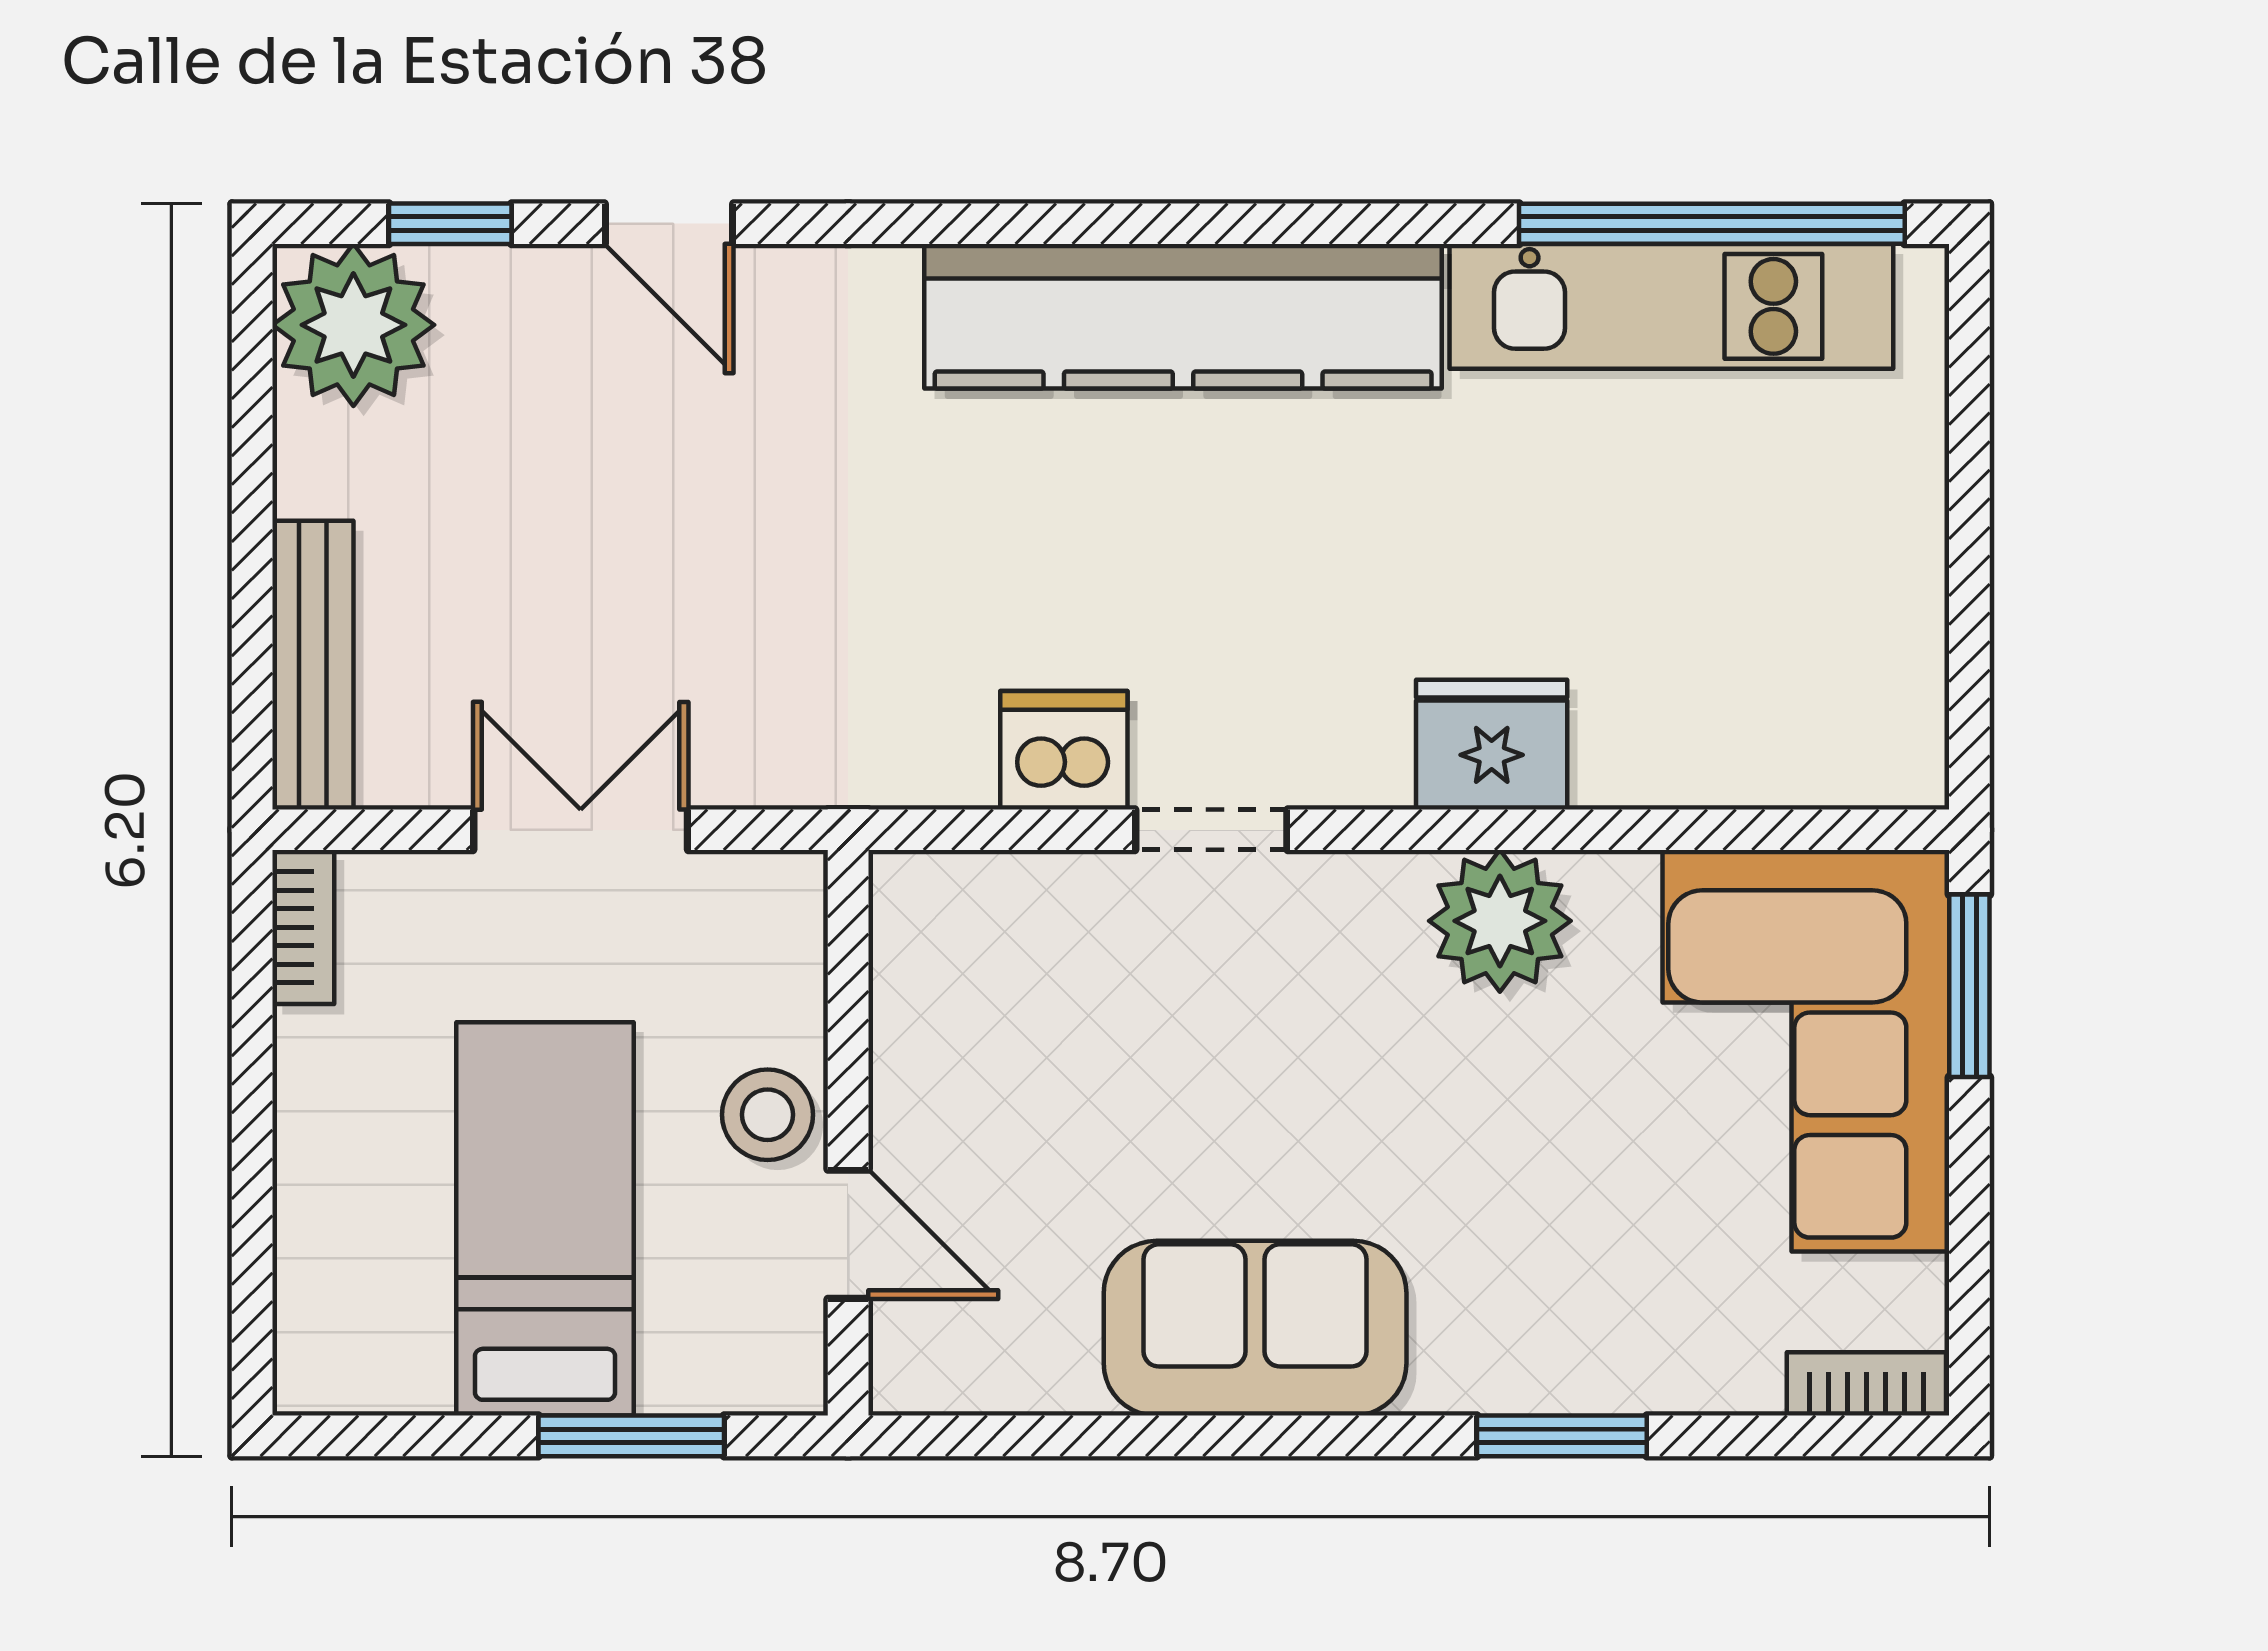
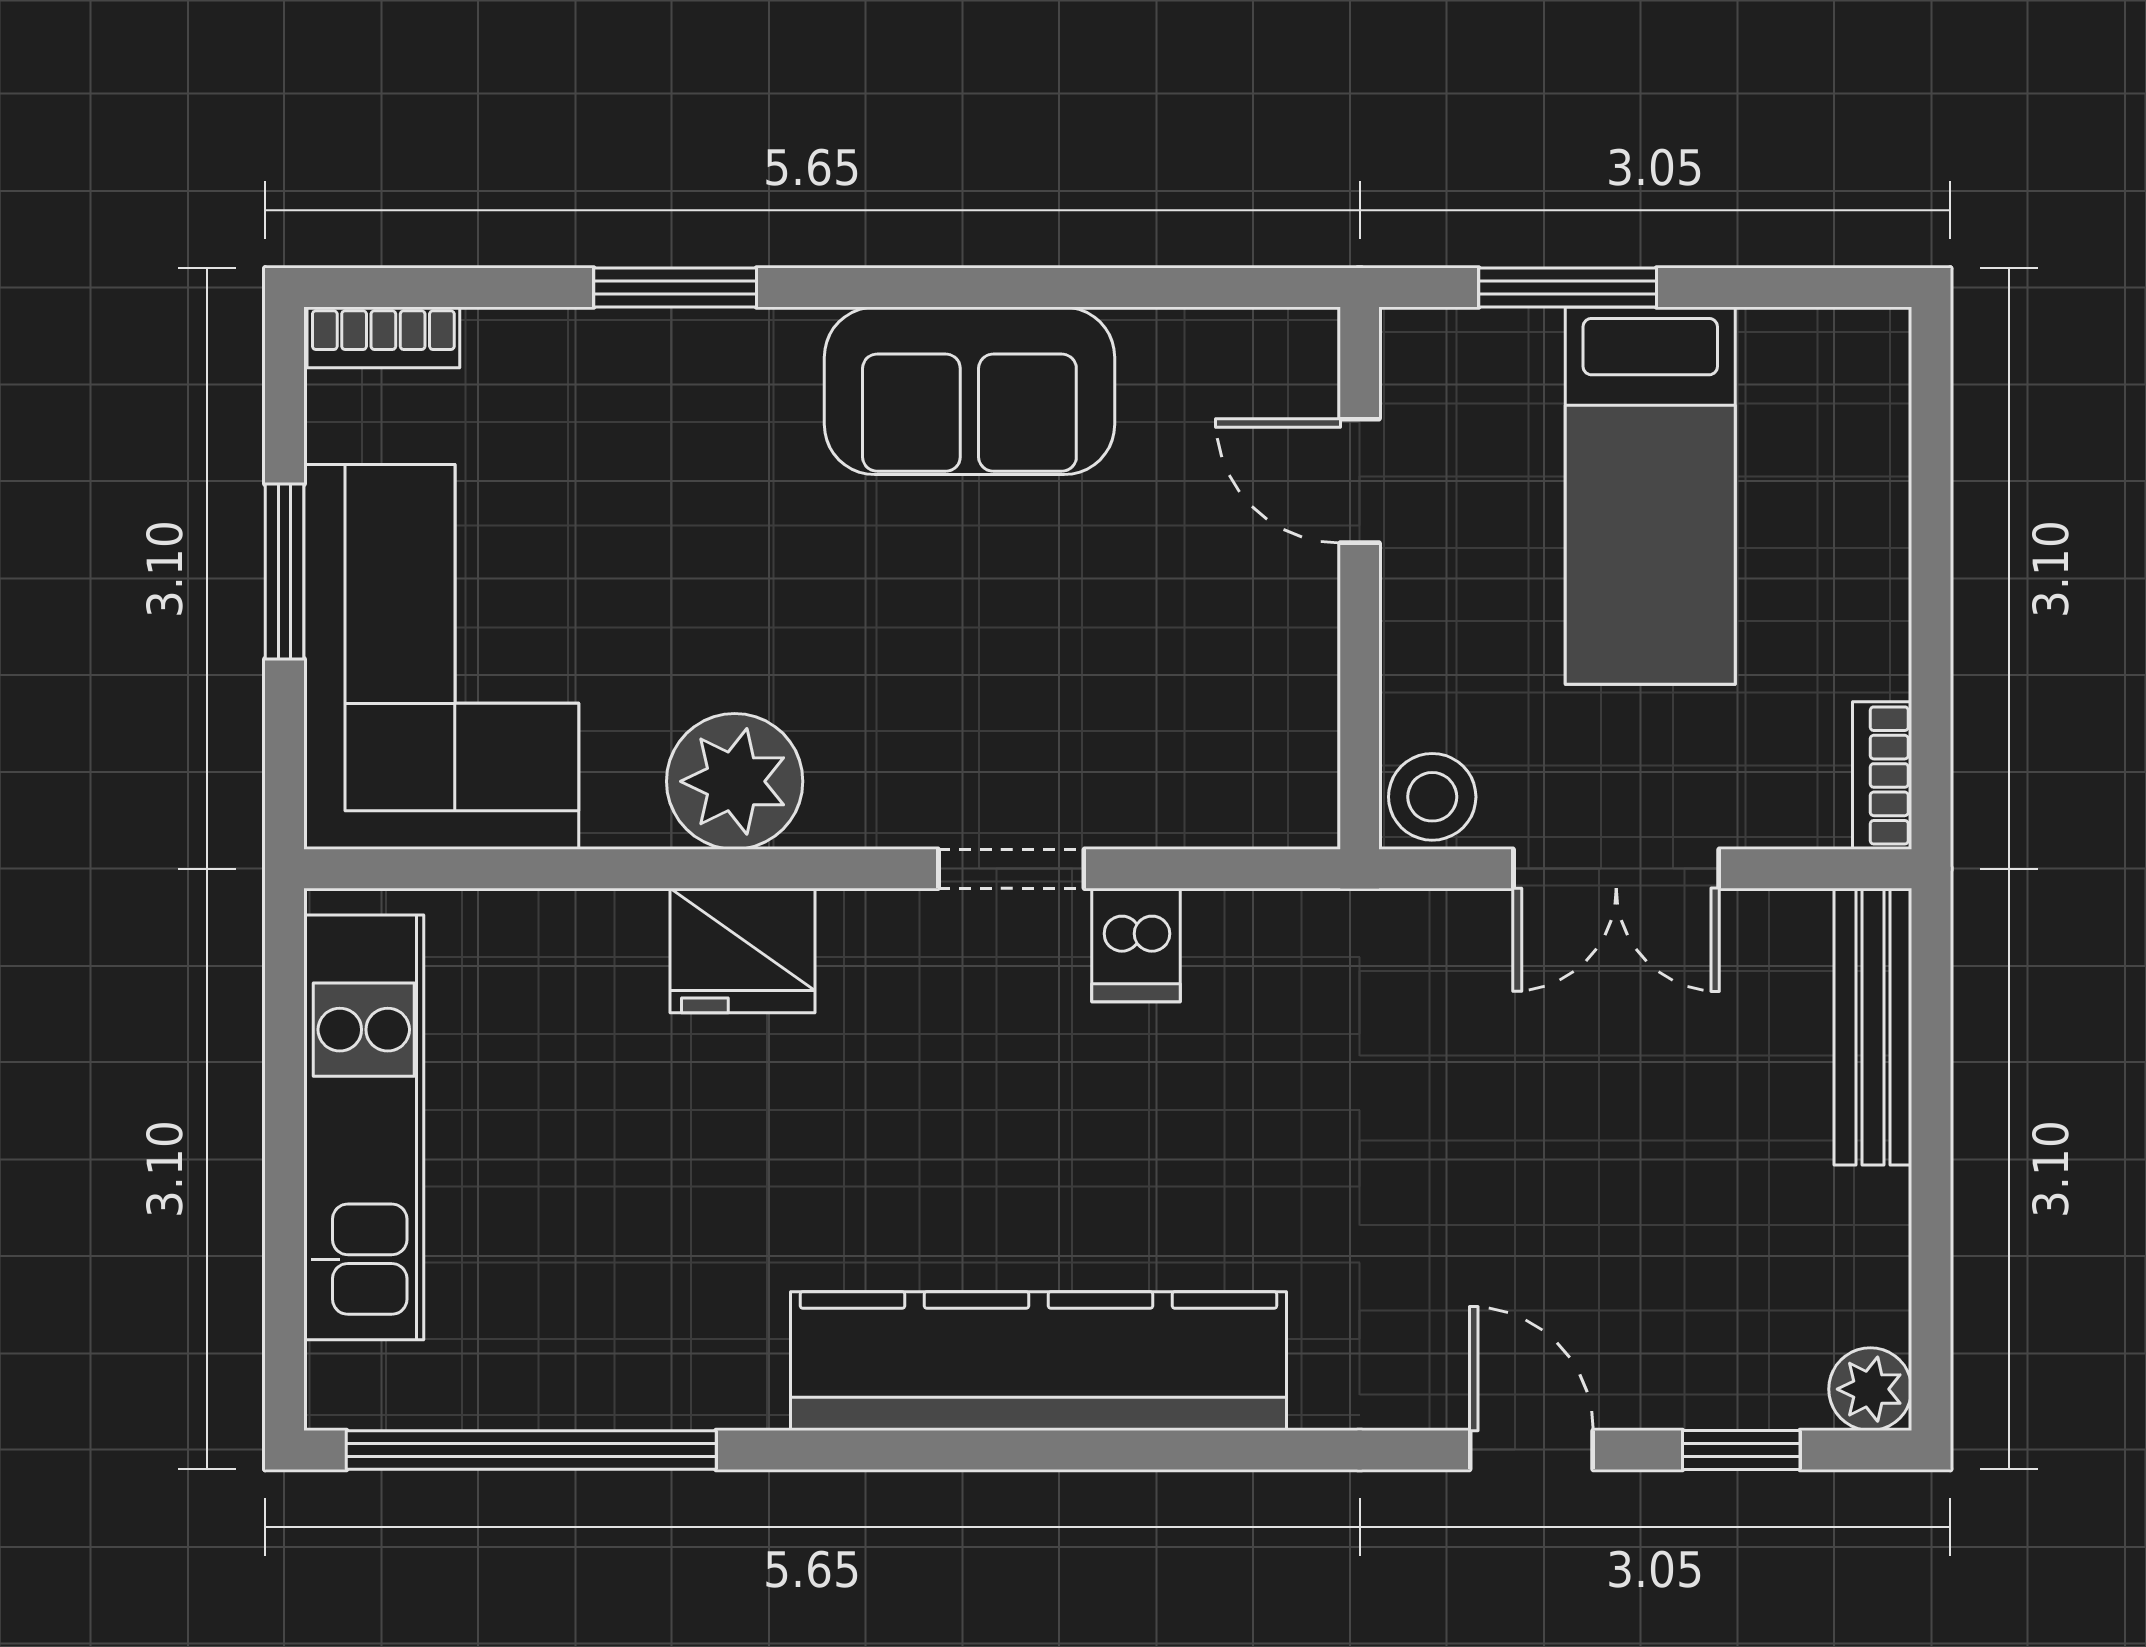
kitchen unit: (1671, 306) -> (364, 1127), moved, turned 90
plant: (353, 325) -> (1870, 1389), width x0.53, depth x0.53
dishwasher: (1064, 750) -> (1136, 945), width x0.73
window: (1969, 986) -> (284, 571), moved
stool: (768, 1115) -> (1432, 797), moved

